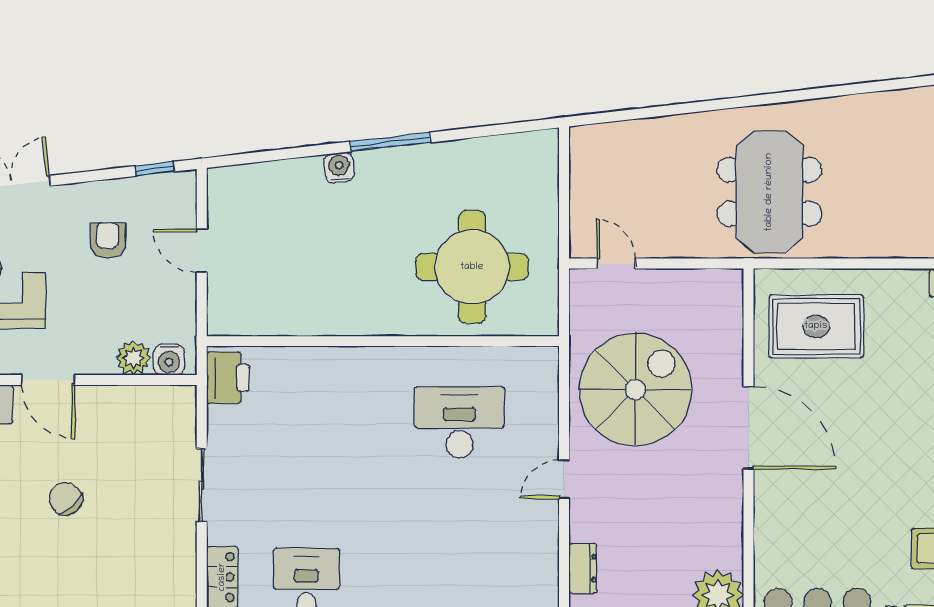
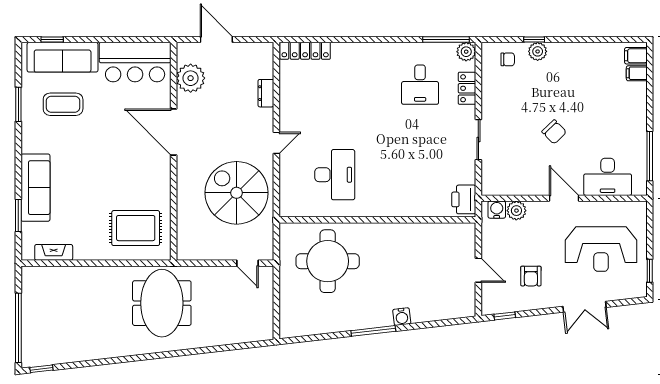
spiral stairs: (635, 390) -> (237, 193), turned 90
desk: (459, 422) -> (335, 175), turned -90
door: (748, 428) -> (174, 132), moved

